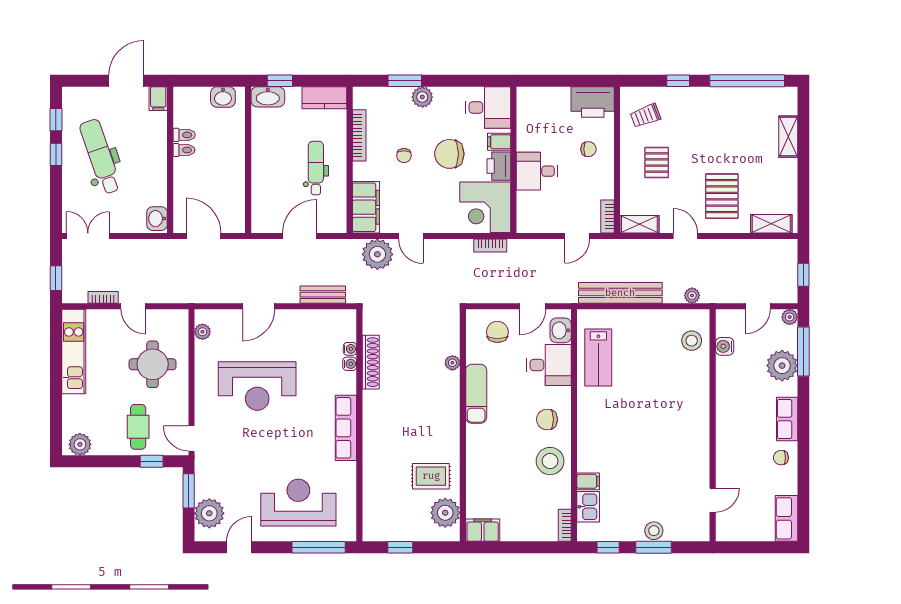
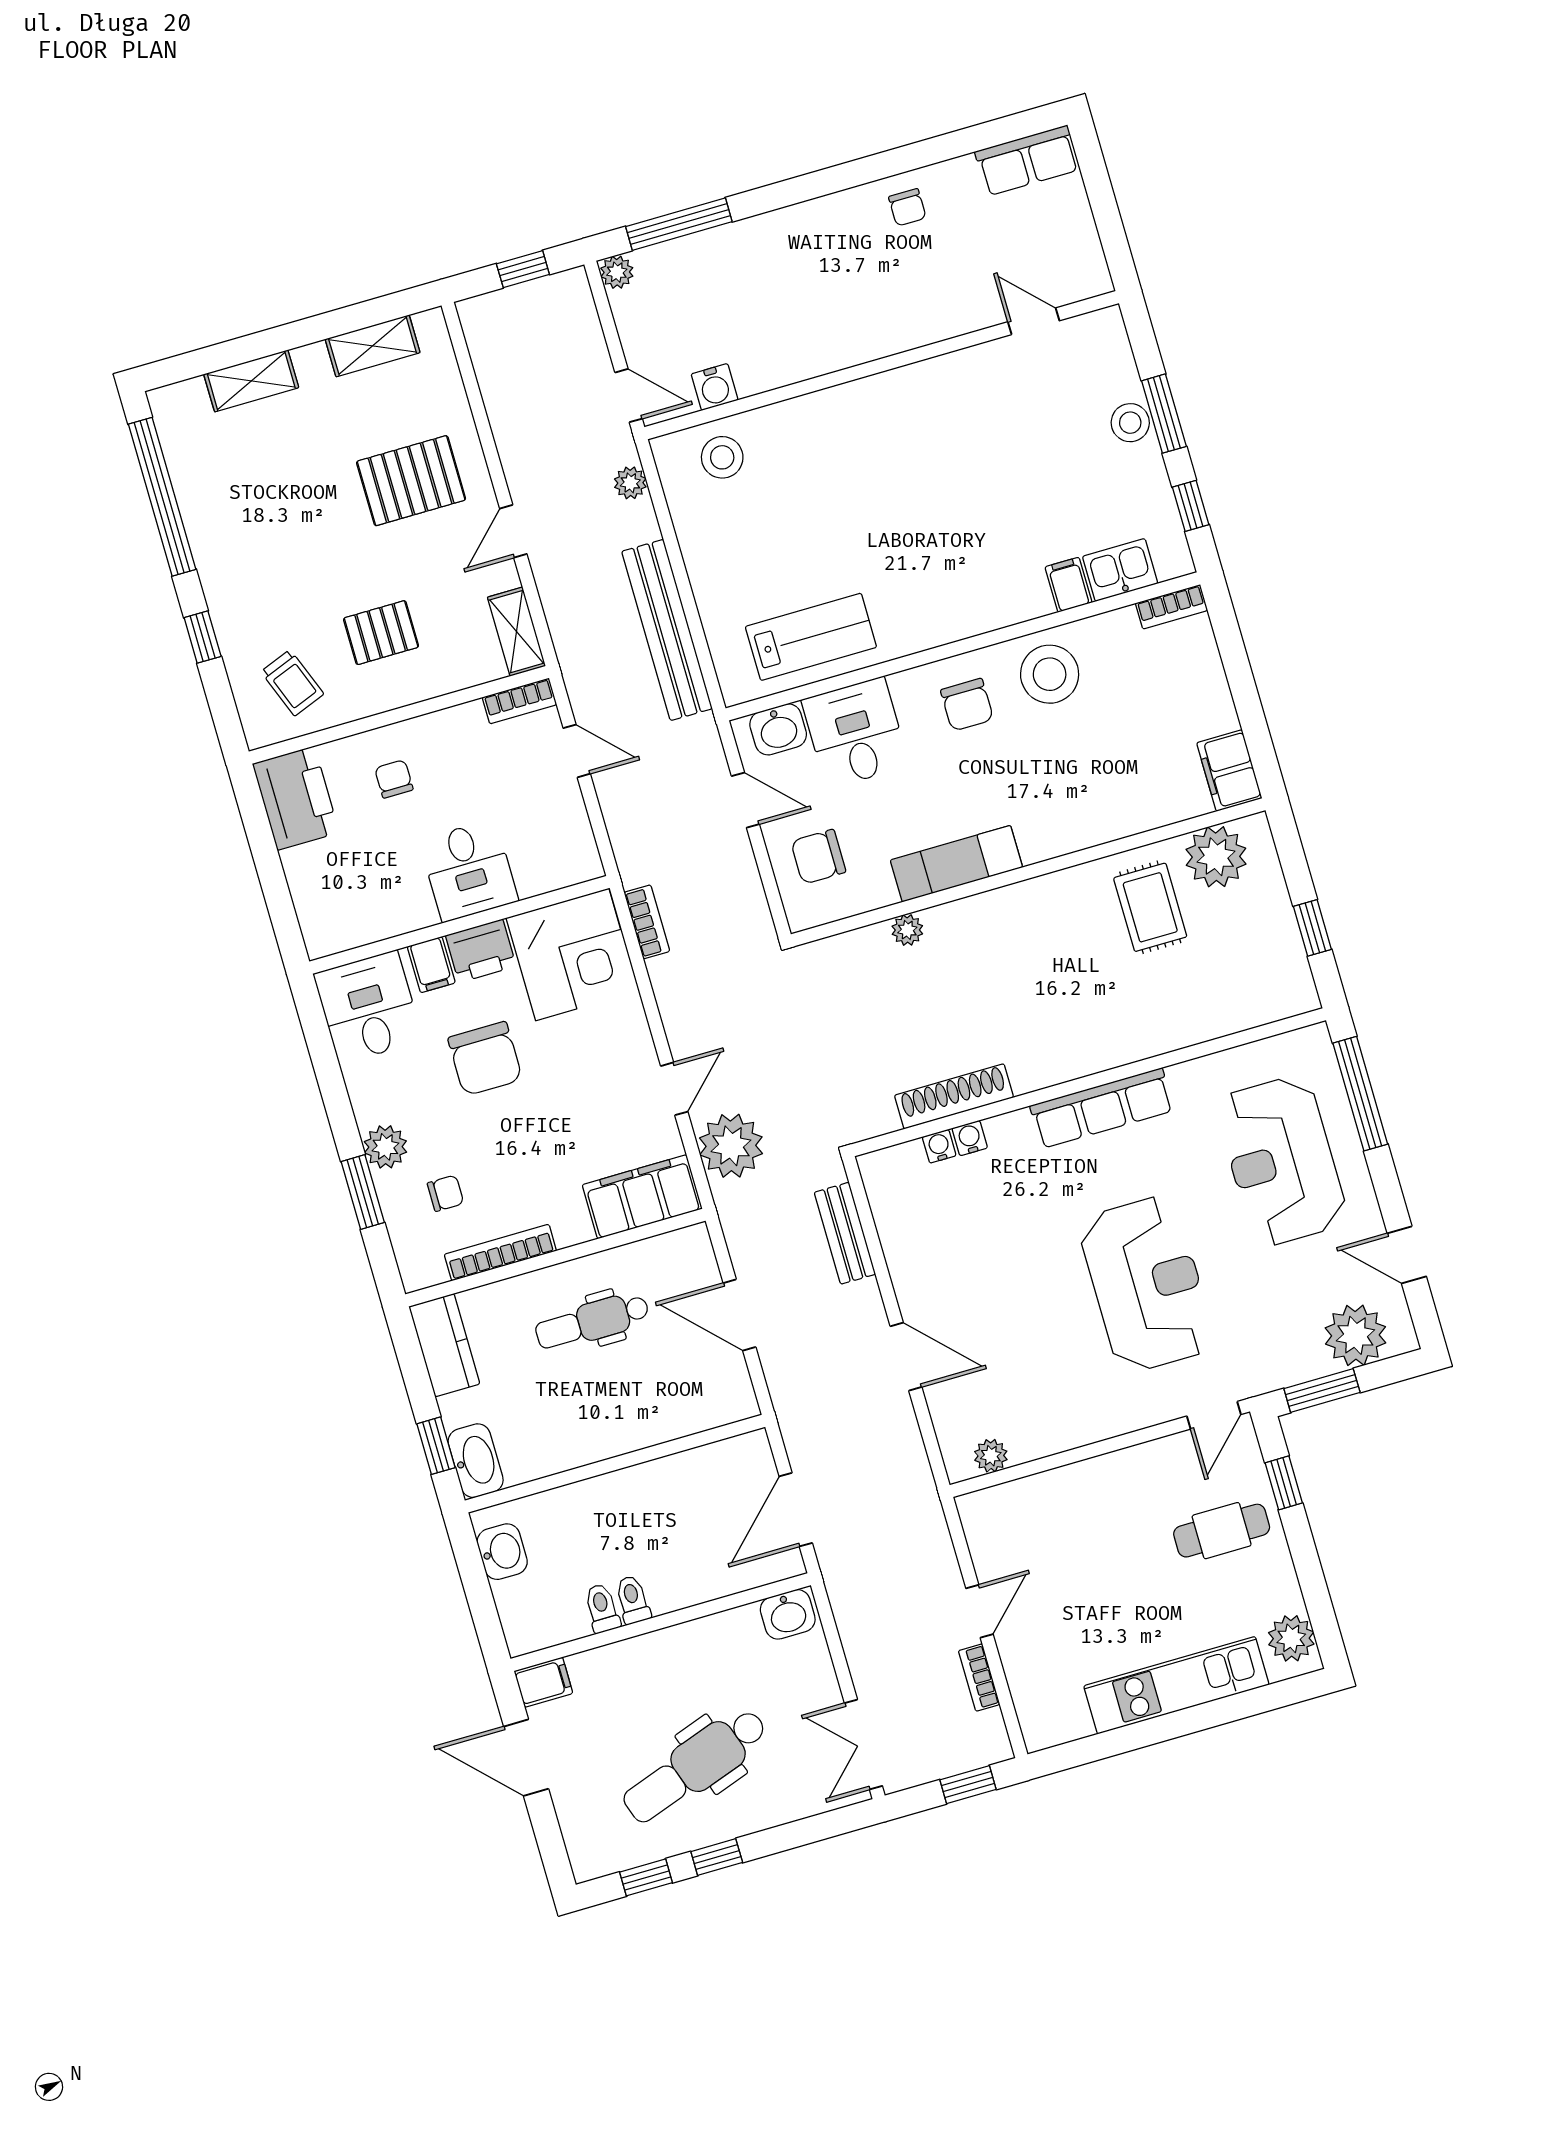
chair: (404, 156) -> (445, 1193), moved
shelving: (771, 224) -> (373, 346), moved, turned 90
door: (758, 306) -> (629, 396), moved
kitchen unit: (74, 351) -> (1176, 1685), moved
round table: (153, 364) -> (1086, 1538), removed
plant: (782, 366) -> (720, 259), removed
reception desk: (257, 386) -> (1147, 1284), moved
row of seats: (787, 419) -> (825, 218), removed

